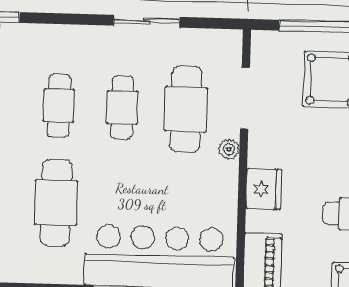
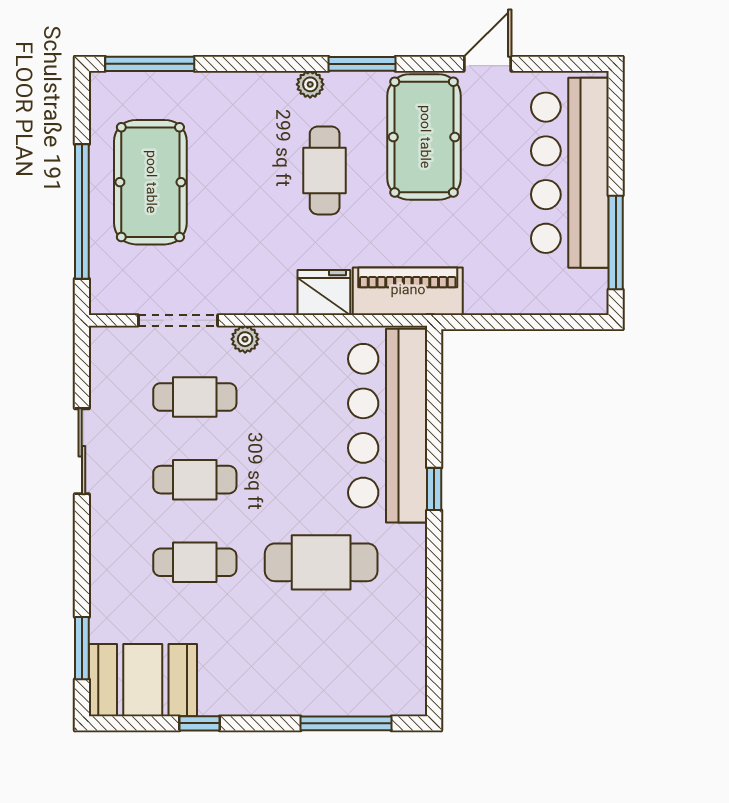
cafe table: (186, 109) -> (195, 397), width x0.73, depth x0.74
fridge: (264, 189) -> (324, 293), moved

